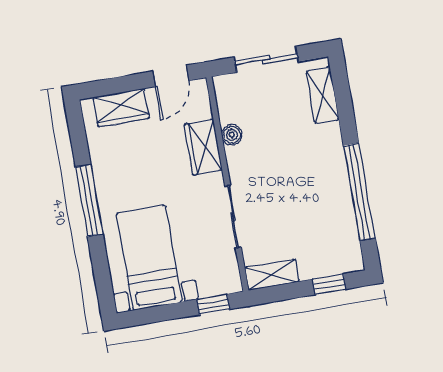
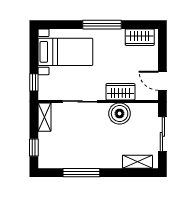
wardrobe: (121, 108) -> (140, 37), moved, turned -90
boiler: (232, 135) -> (120, 114), width x1.86, depth x1.86
window: (359, 192) -> (81, 173), width x0.68

